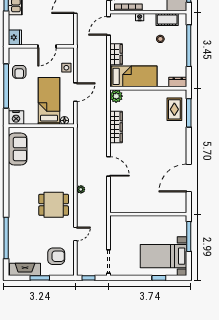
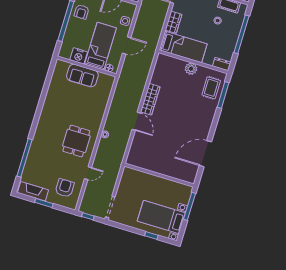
plant: (116, 96) -> (191, 69), moved
nightstand: (16, 118) -> (79, 56), moved
wardrobe: (116, 127) -> (150, 99), moved
sofa: (18, 149) -> (82, 76), moved, turned 90
dining table: (54, 205) -> (76, 141), turned 90
armchair: (56, 256) -> (65, 188), turned -90

